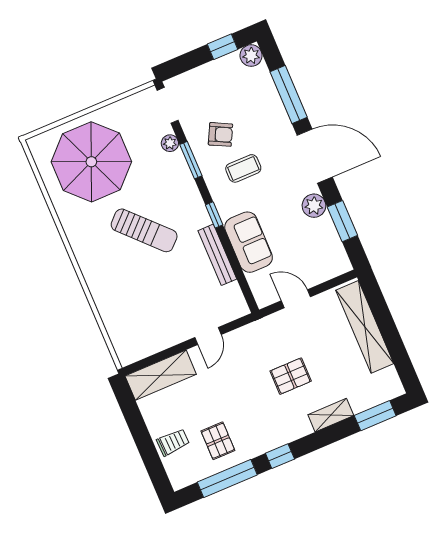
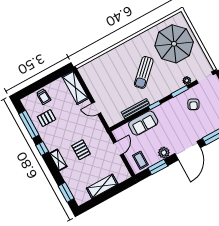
coffee table: (243, 168) -> (140, 160), moved
shelving: (365, 327) -> (102, 186), width x0.68
shelving: (331, 415) -> (58, 160), moved

